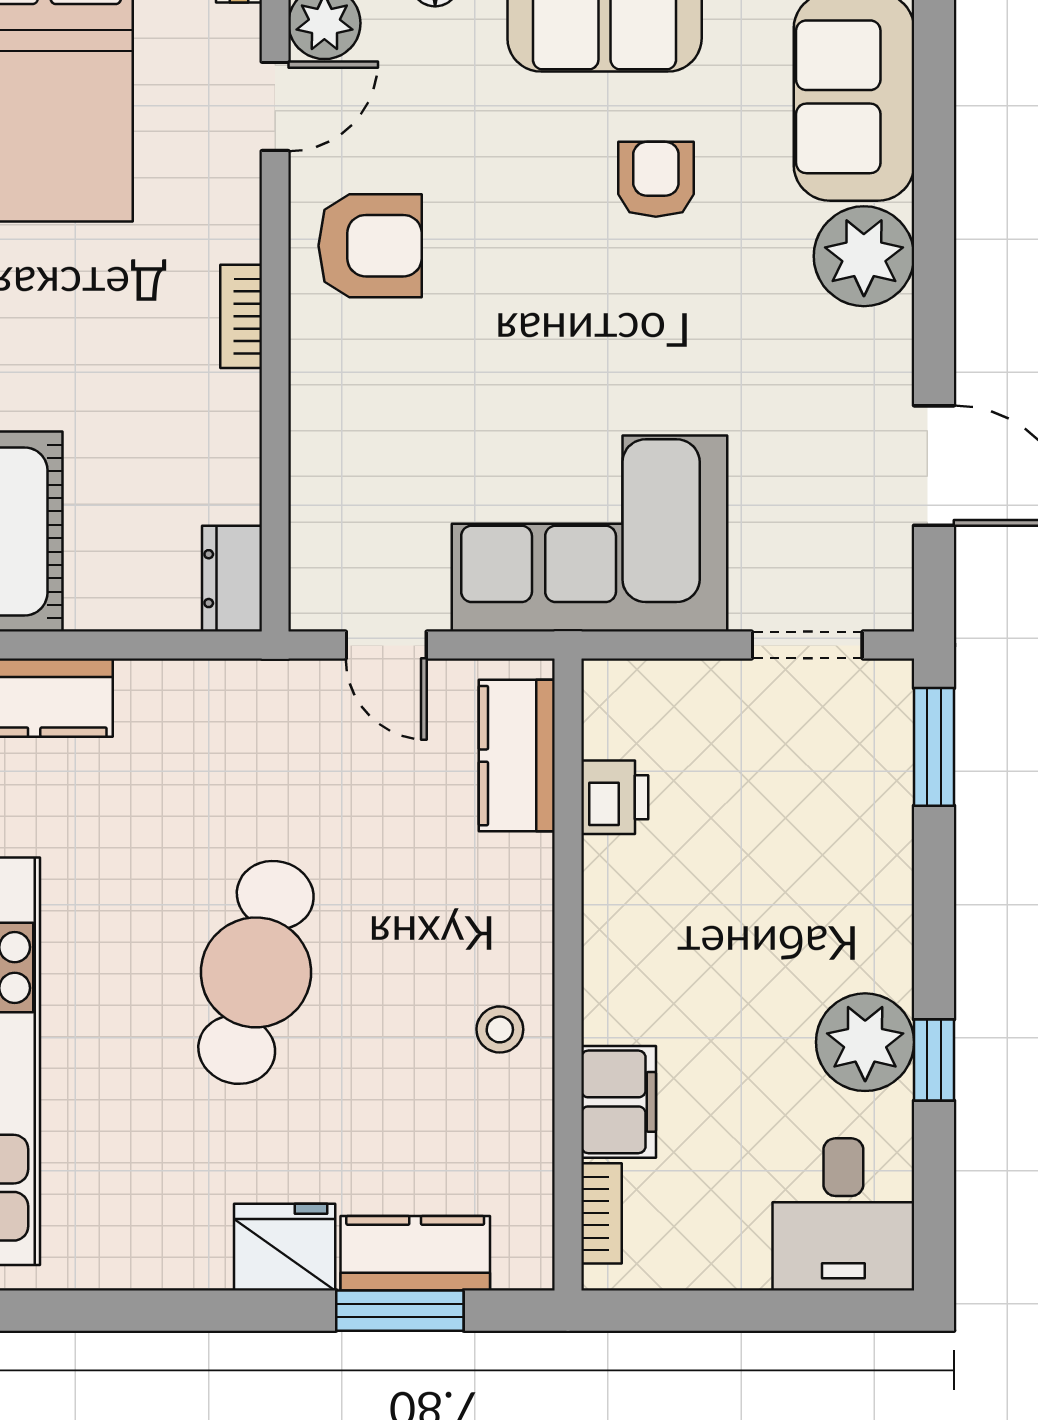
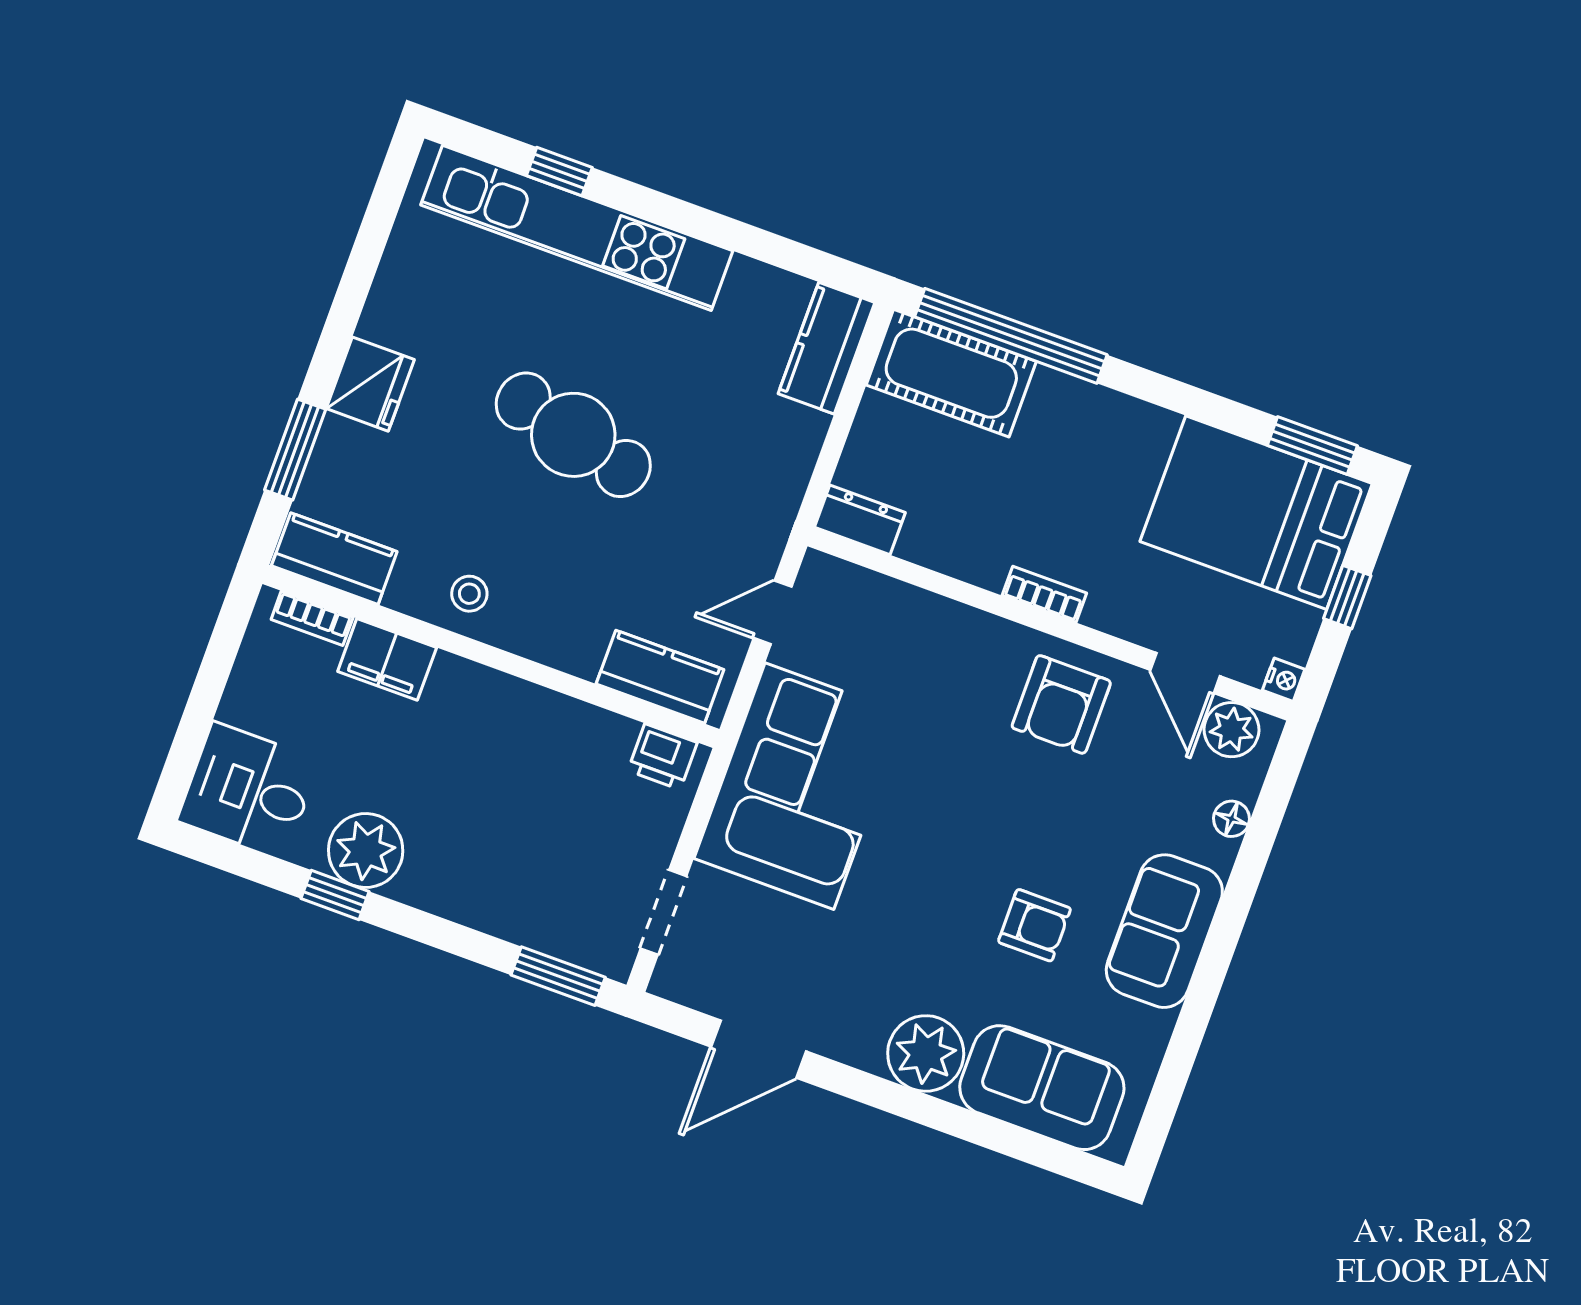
printer: (615, 797) -> (663, 757), moved
kitchen counter: (415, 1253) -> (334, 559), moved, turned -90

